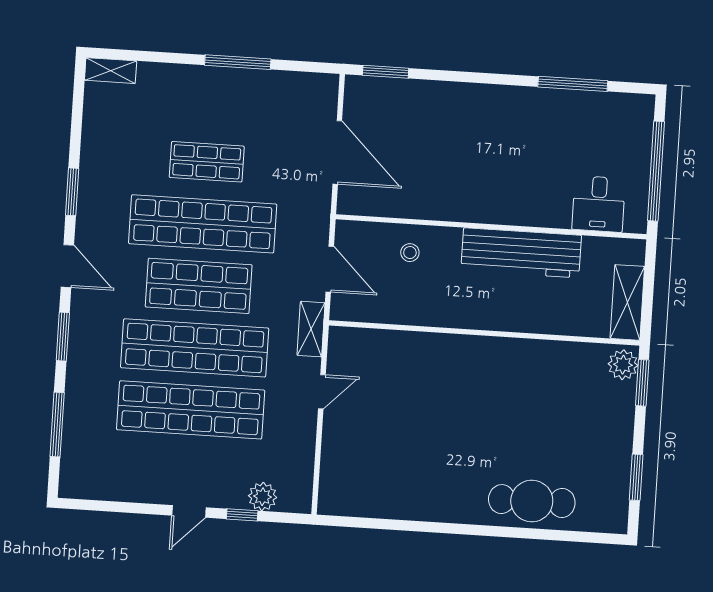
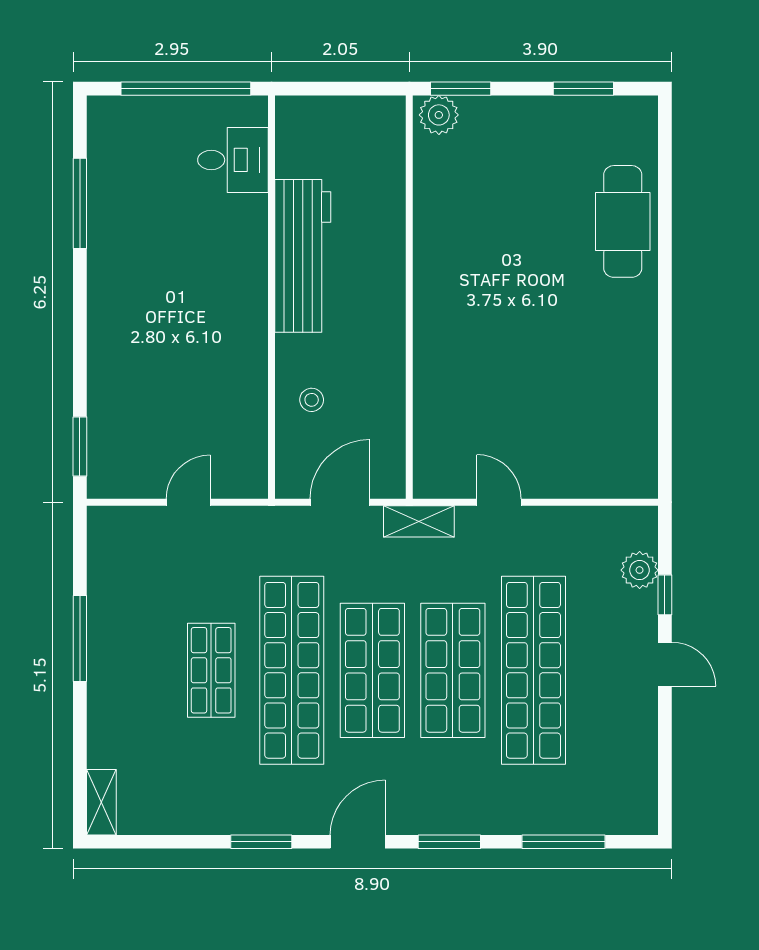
door: (337, 152) -> (188, 502), width x0.53
shelving: (627, 302) -> (358, 115), removed
shop shelf: (195, 348) -> (453, 670), width x0.71

